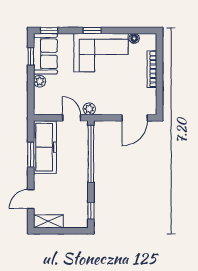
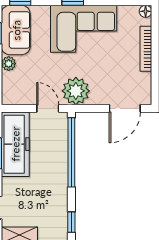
floor lamp: (134, 38) -> (146, 11), moved
plant: (89, 109) -> (76, 91), width x1.87, depth x1.87

